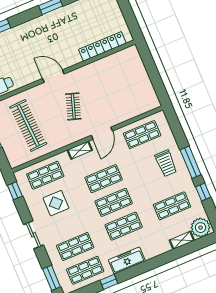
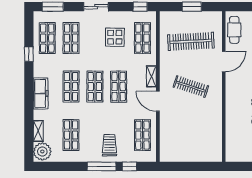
locker: (102, 46) -> (232, 133), removed
door: (53, 76) -> (224, 62), moved
clothes rail: (73, 106) -> (191, 87), width x1.36
trolley: (166, 163) -> (109, 145), turned 90
window: (203, 192) -> (129, 166), moved
freezer: (127, 261) -> (41, 93), moved

